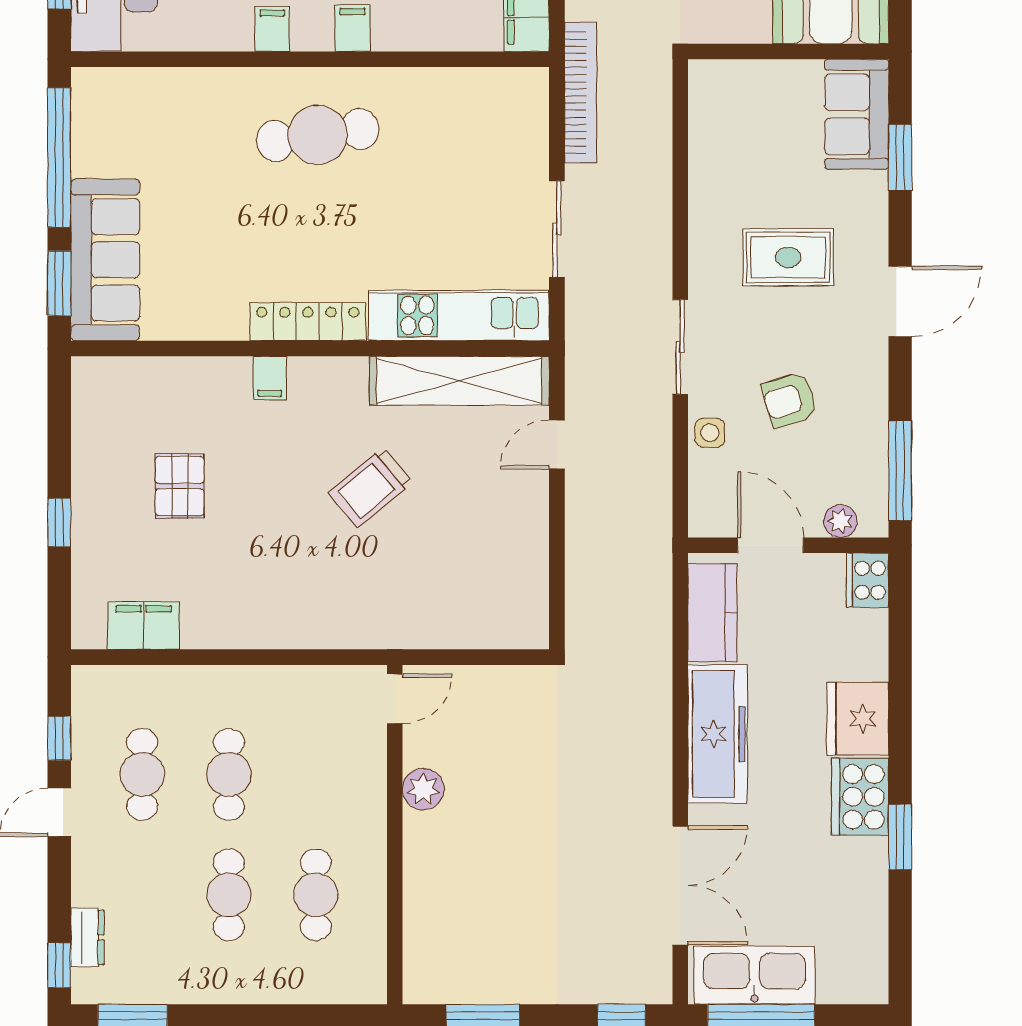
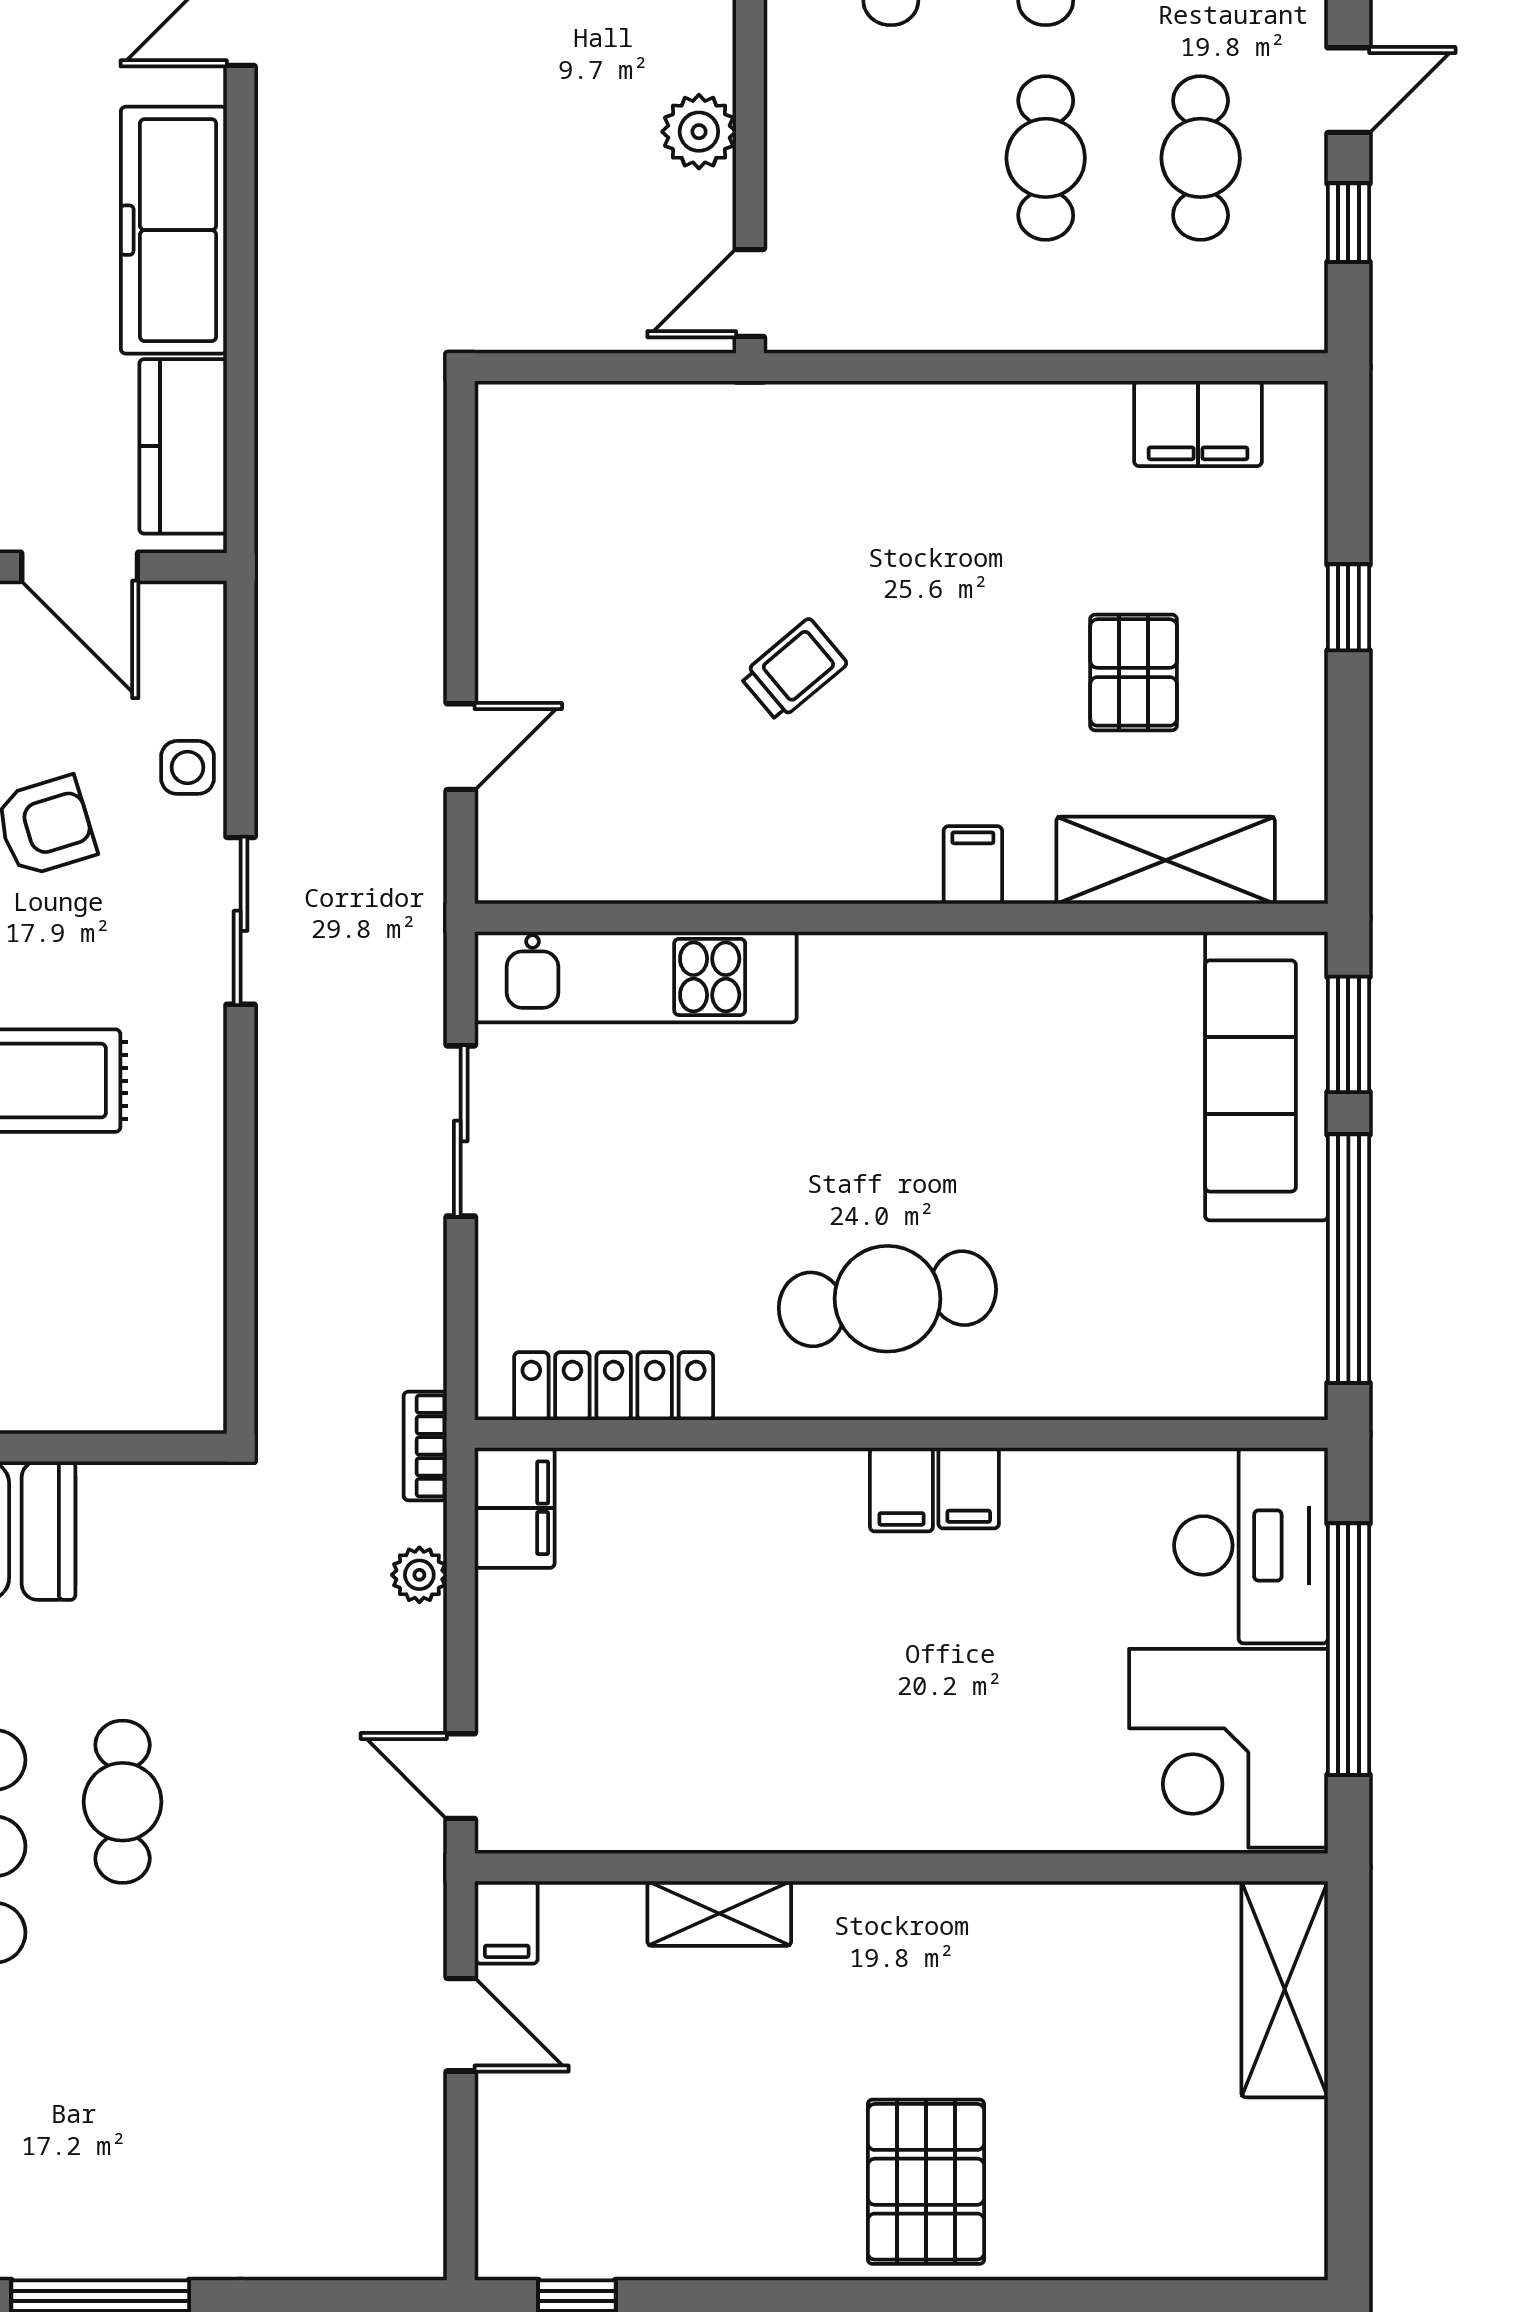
filing cabinet: (352, 28) -> (901, 1490), moved
bookcase: (580, 92) -> (425, 1446), width x0.43, depth x0.76
locker: (308, 322) -> (614, 1386), moved, turned 180
shelving: (459, 381) -> (1166, 860), moved, width x0.68
trolley: (370, 487) -> (794, 670), width x0.73, depth x0.72

